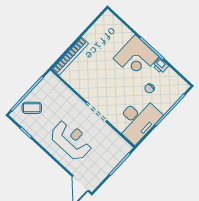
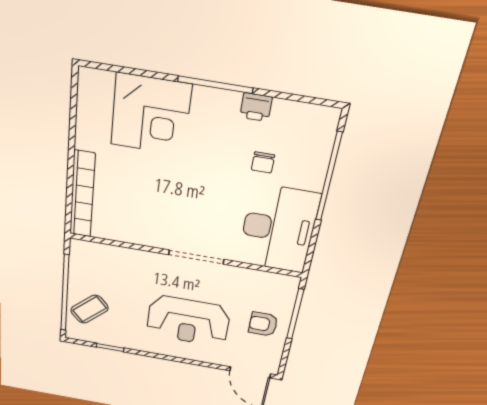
corner desk: (136, 58) -> (151, 115), moved
reception desk: (71, 140) -> (188, 321), turned 180
armchair: (103, 161) -> (263, 324), added

